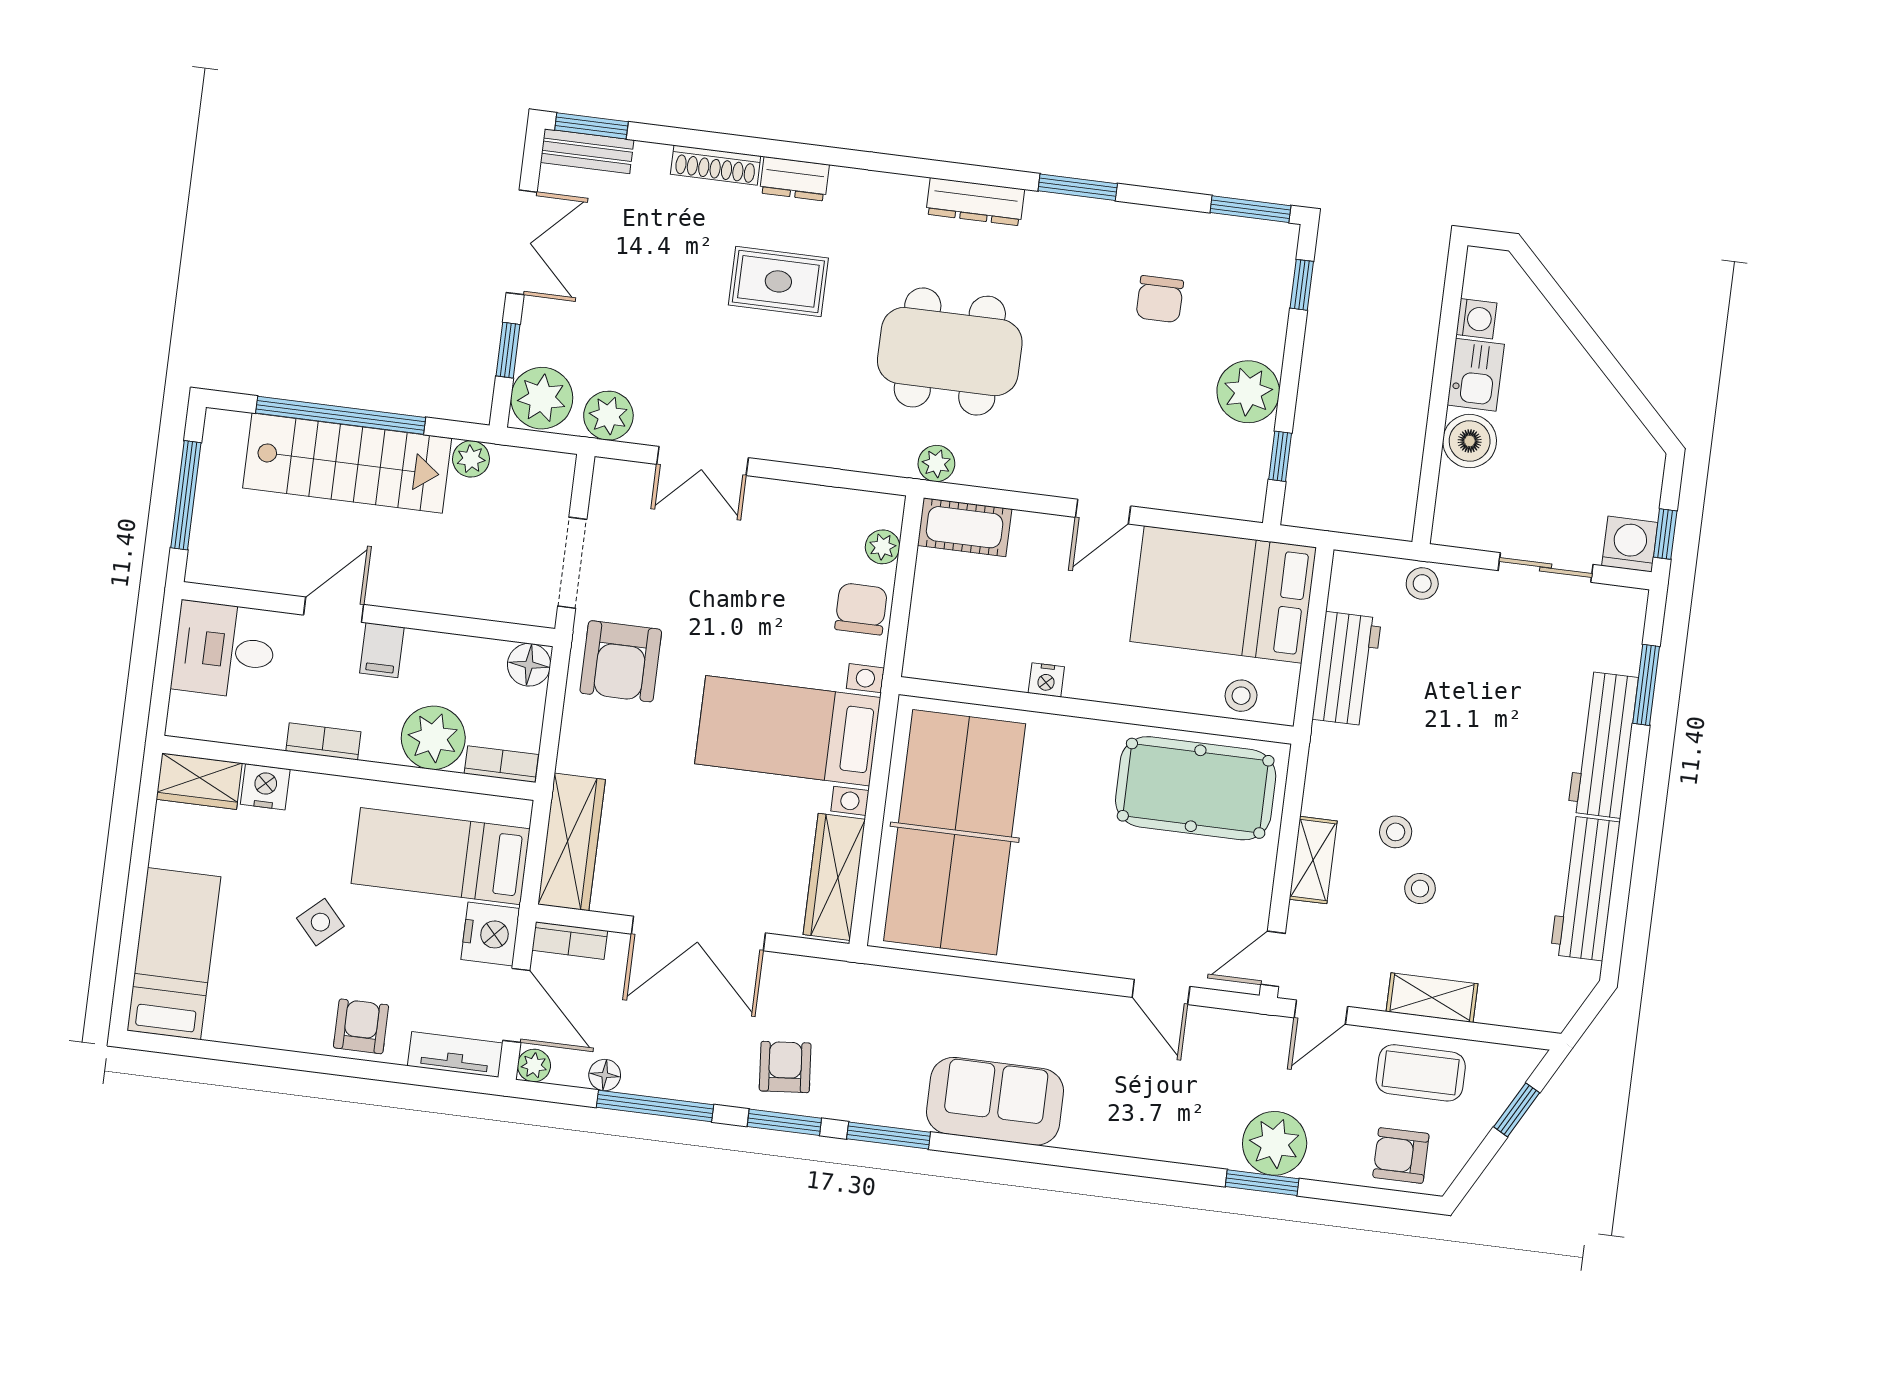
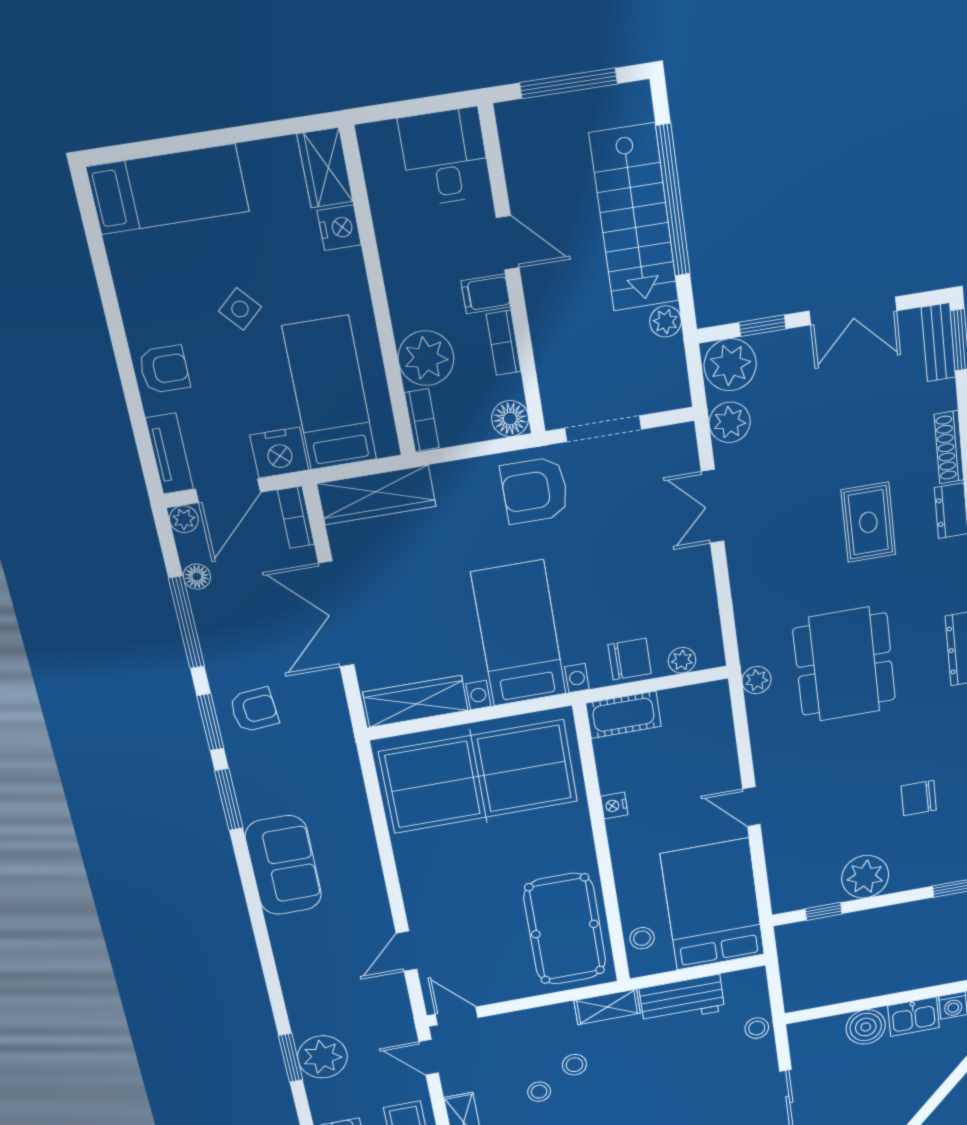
cot: (965, 527) -> (623, 715), moved, turned 90
bookcase: (323, 741) -> (504, 343), moved, turned 180
shelving: (1313, 860) -> (607, 1007), moved

